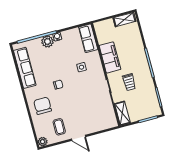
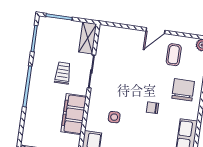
chair: (43, 106) -> (183, 90), turned 180
door: (78, 138) -> (156, 31), swing flipped

